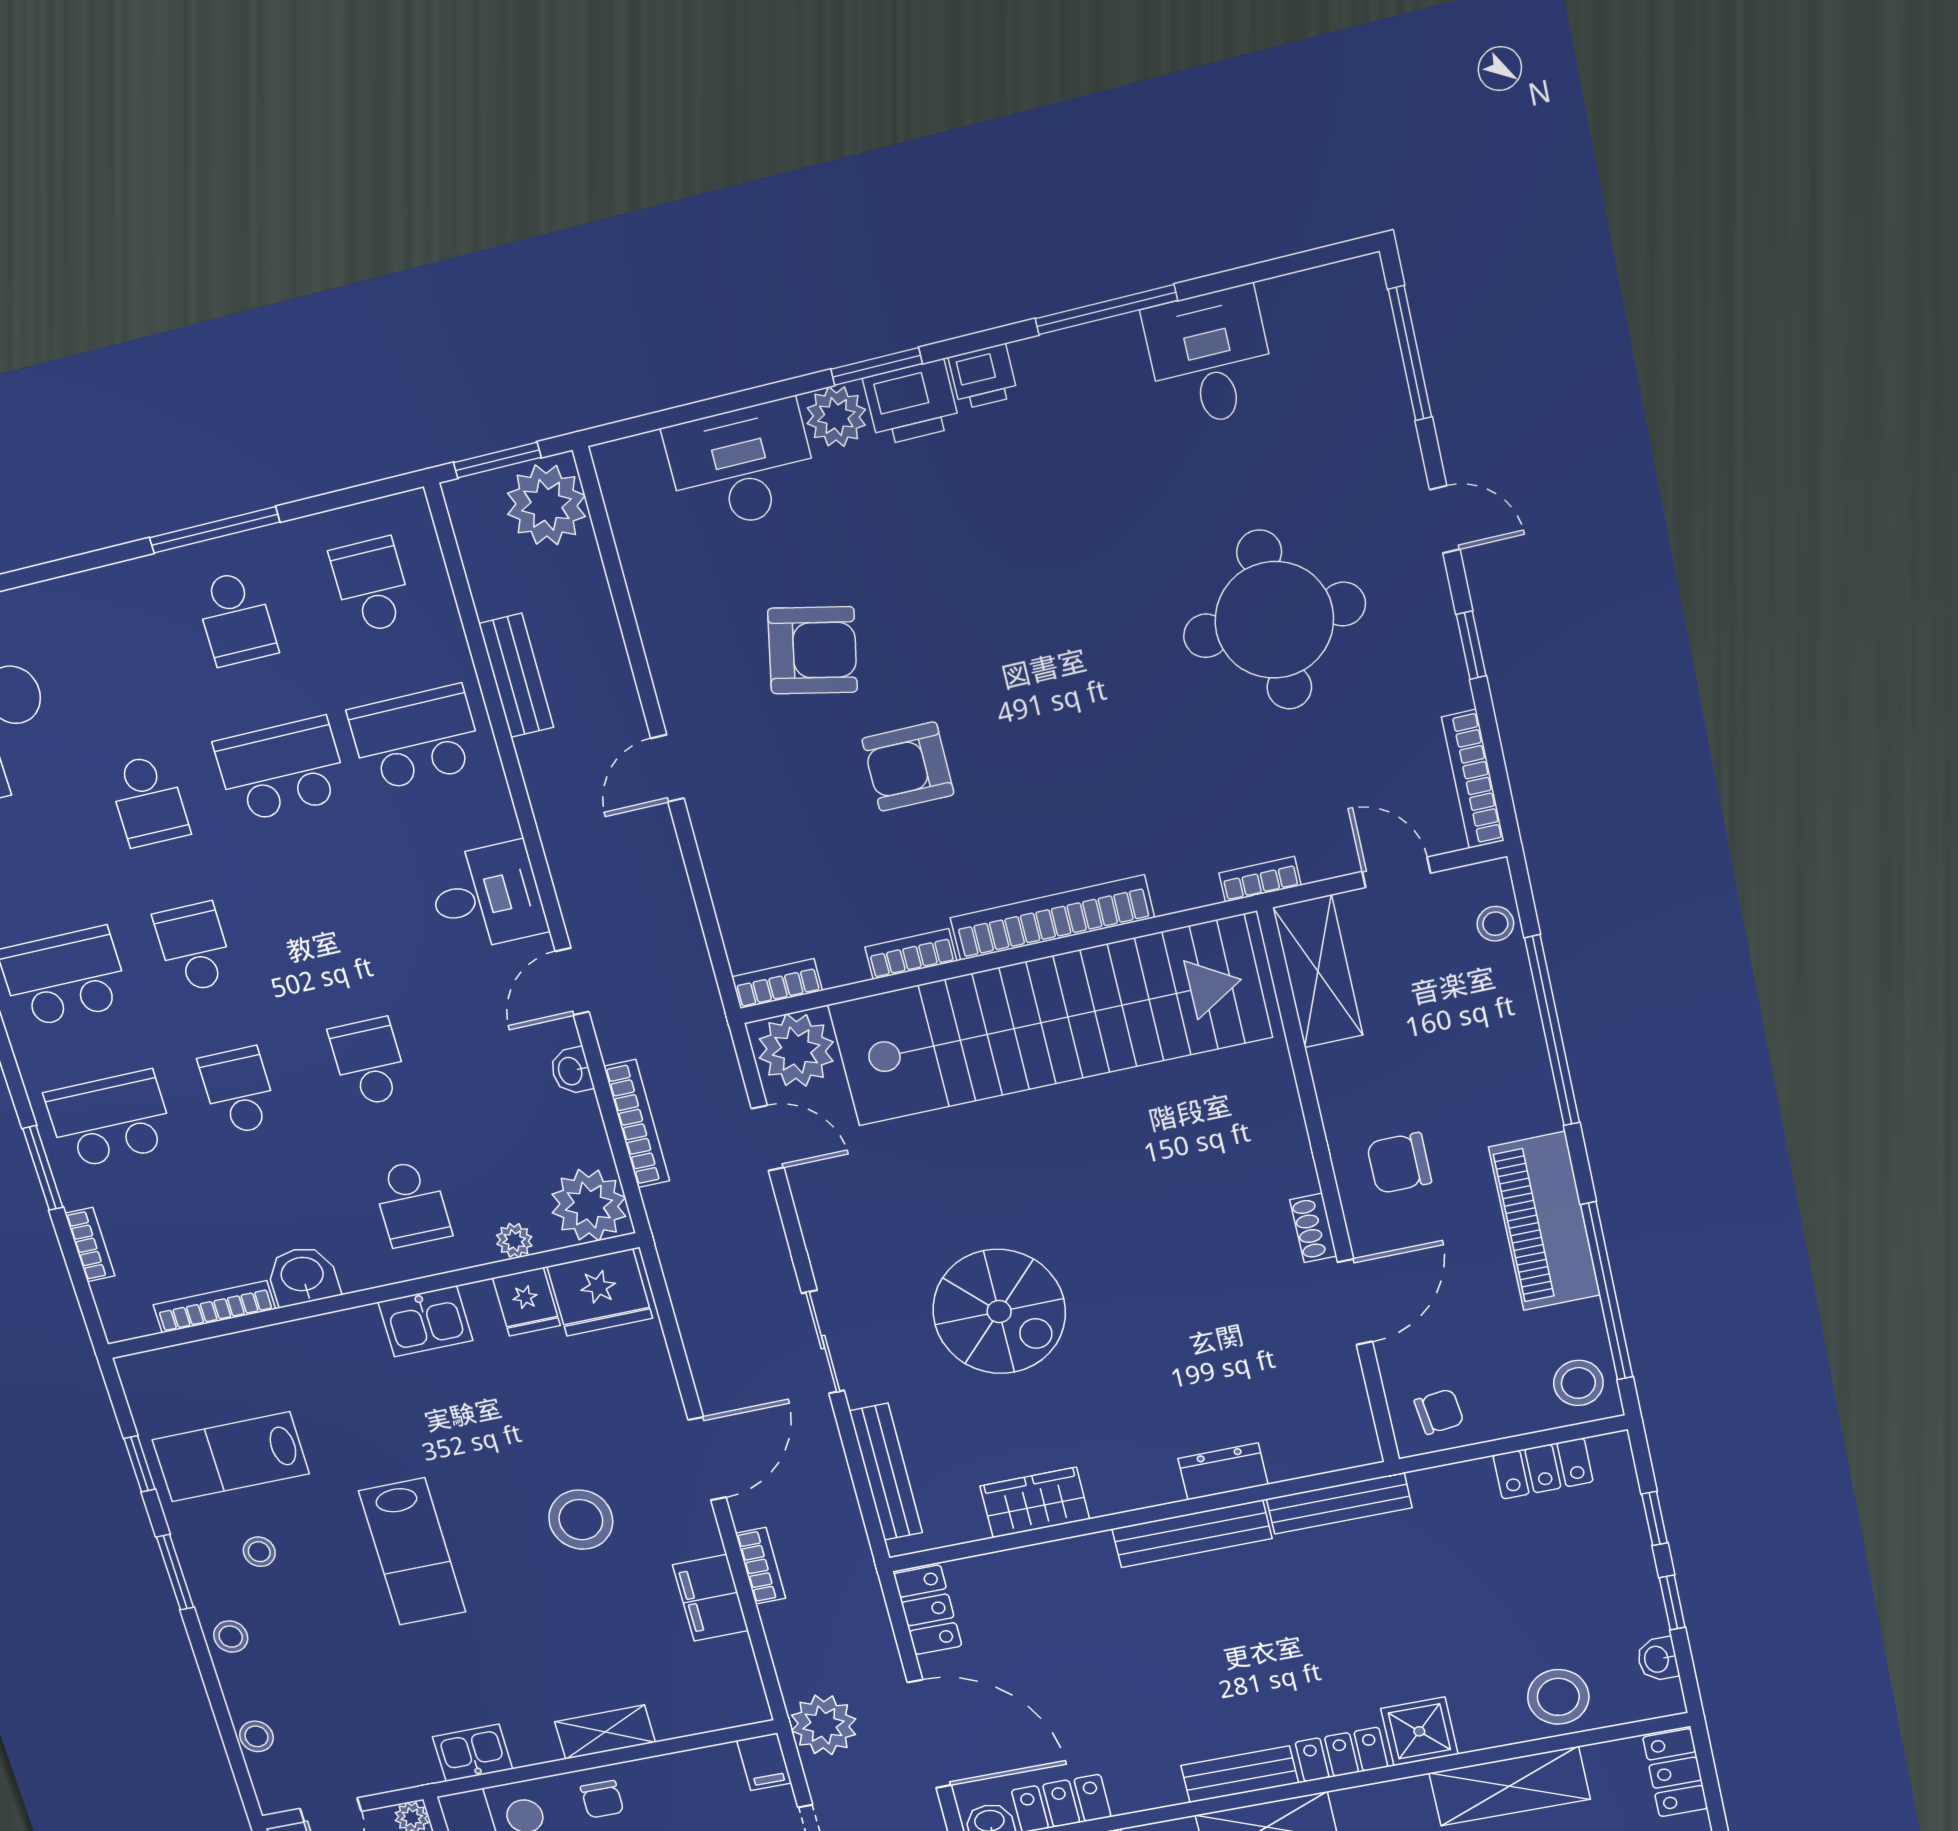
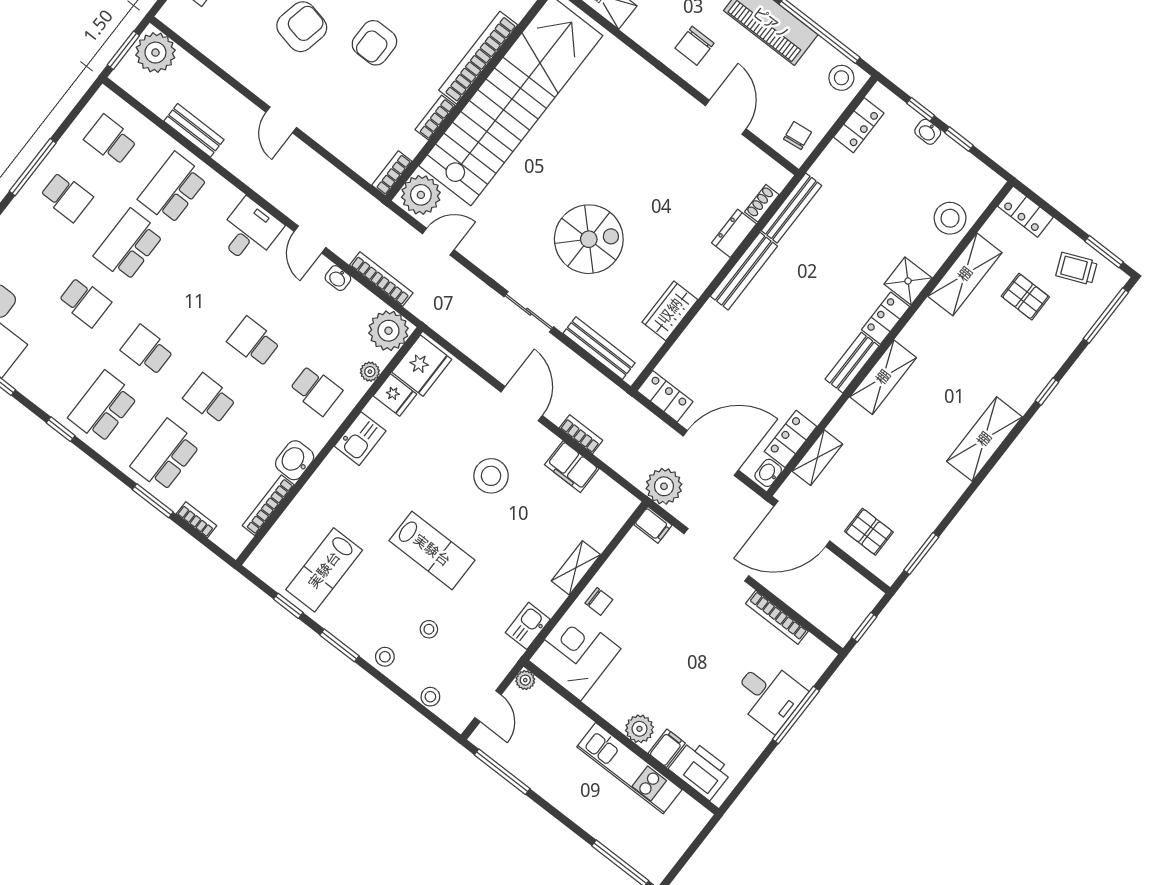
shoe rack: (1313, 1228) -> (762, 203), moved, turned 90
stool: (259, 1552) -> (429, 629), moved
washbasin: (1658, 1659) -> (928, 132), moved

